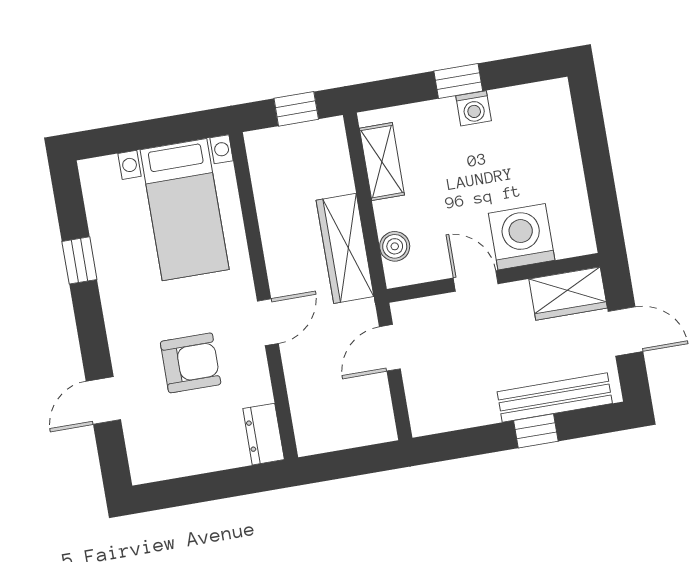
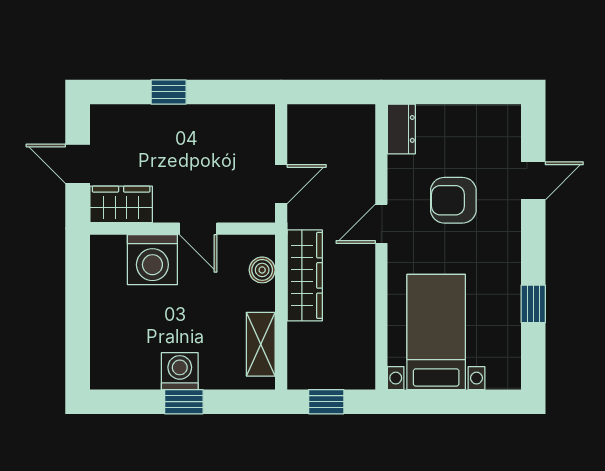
washing machine: (474, 108) -> (180, 371), width x1.38, depth x1.38
bench: (555, 398) -> (148, 118), removed

